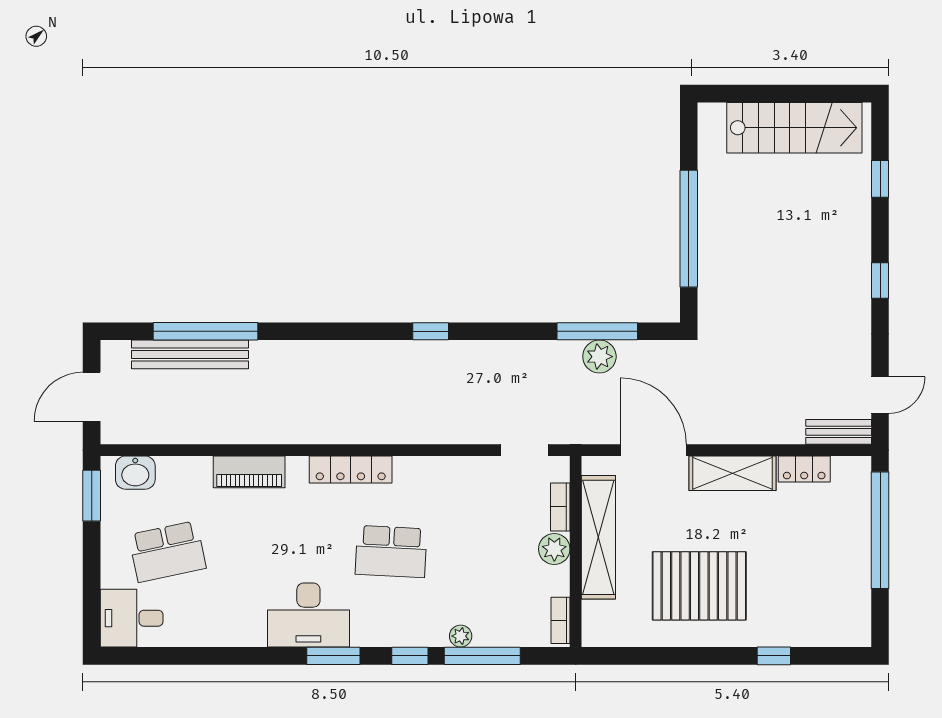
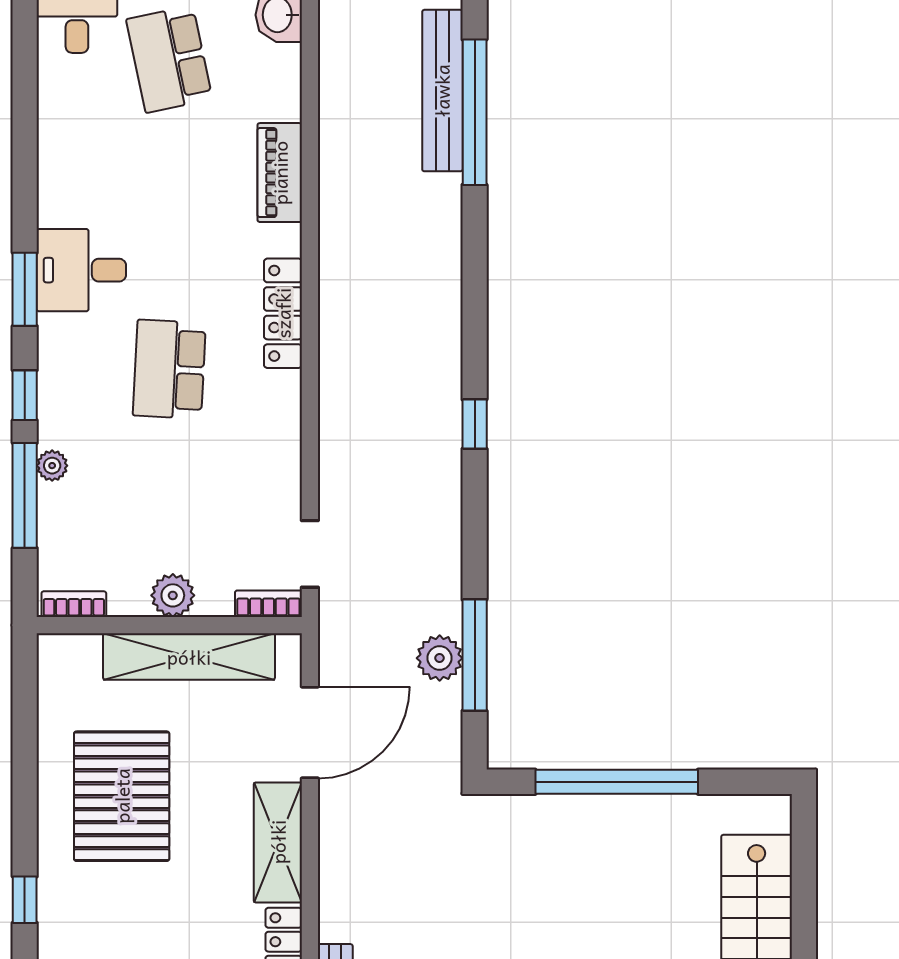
bookcase: (560, 507) -> (268, 604), moved
desk: (308, 615) -> (81, 270), width x0.73

